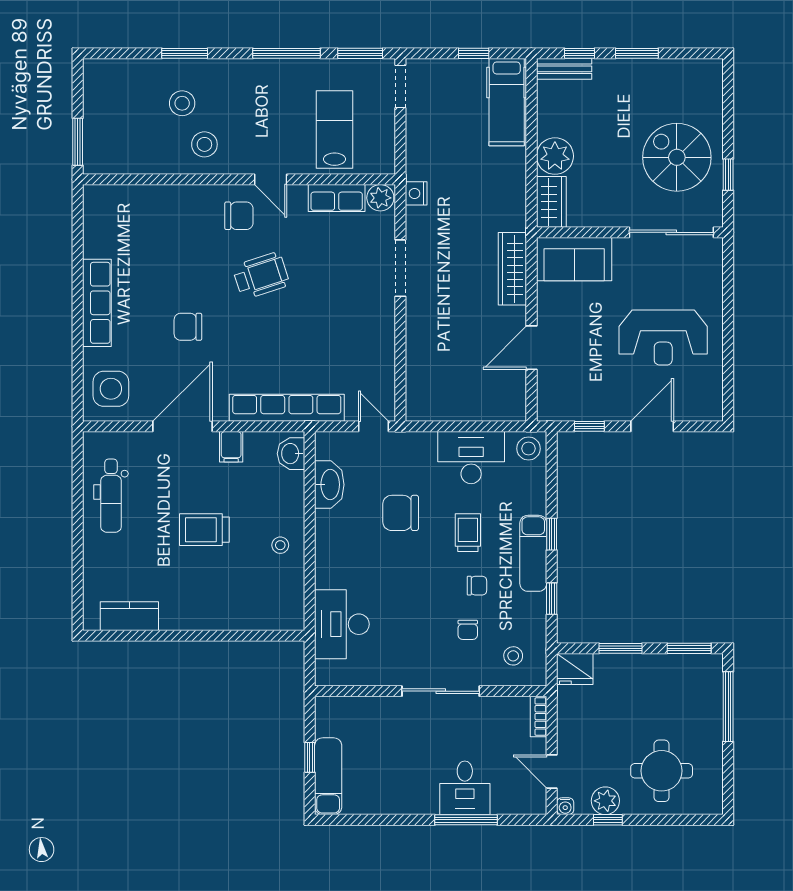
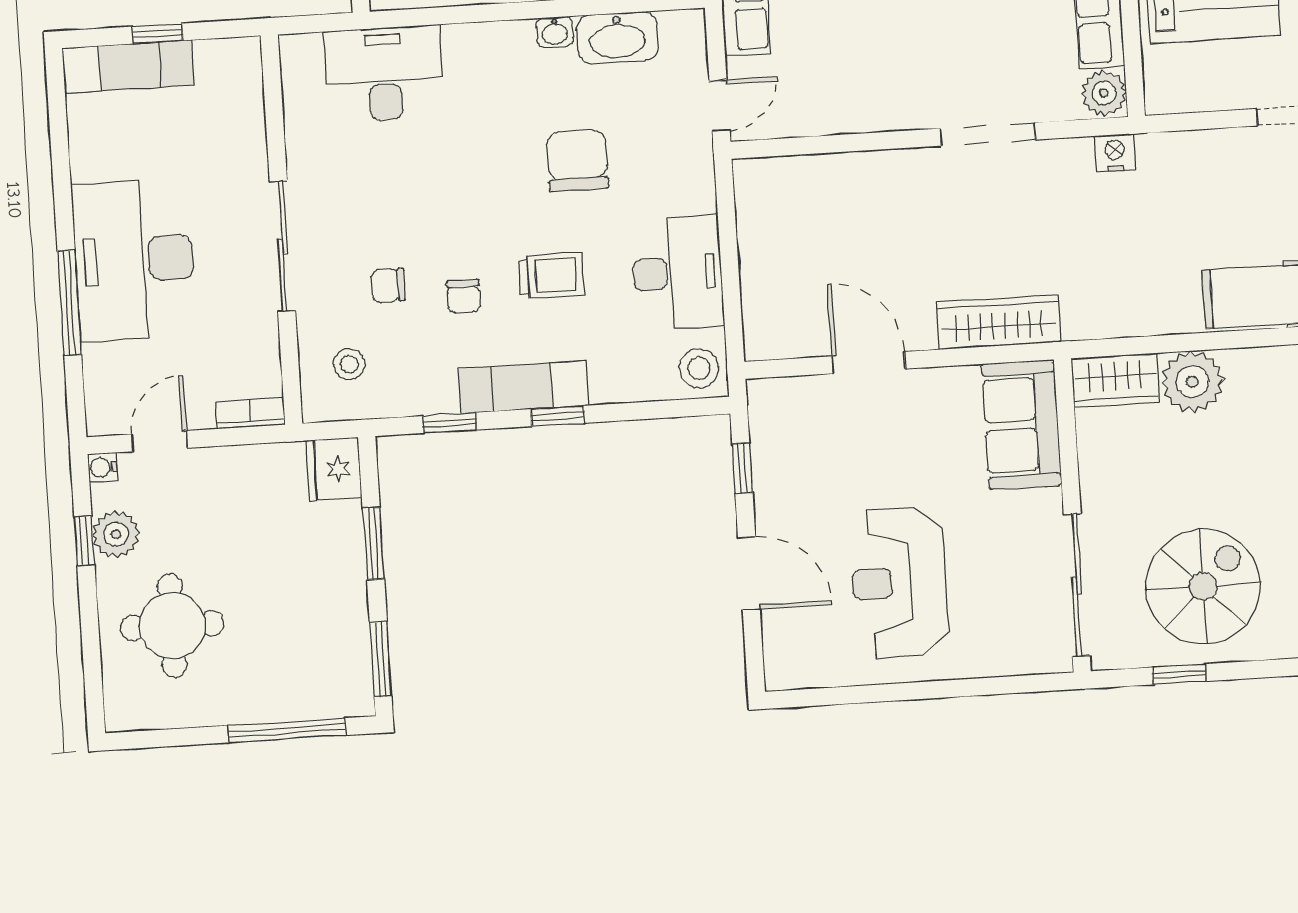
washbasin: (324, 522) -> (555, 32), added
desk: (465, 788) -> (134, 260), width x1.87, depth x1.30

